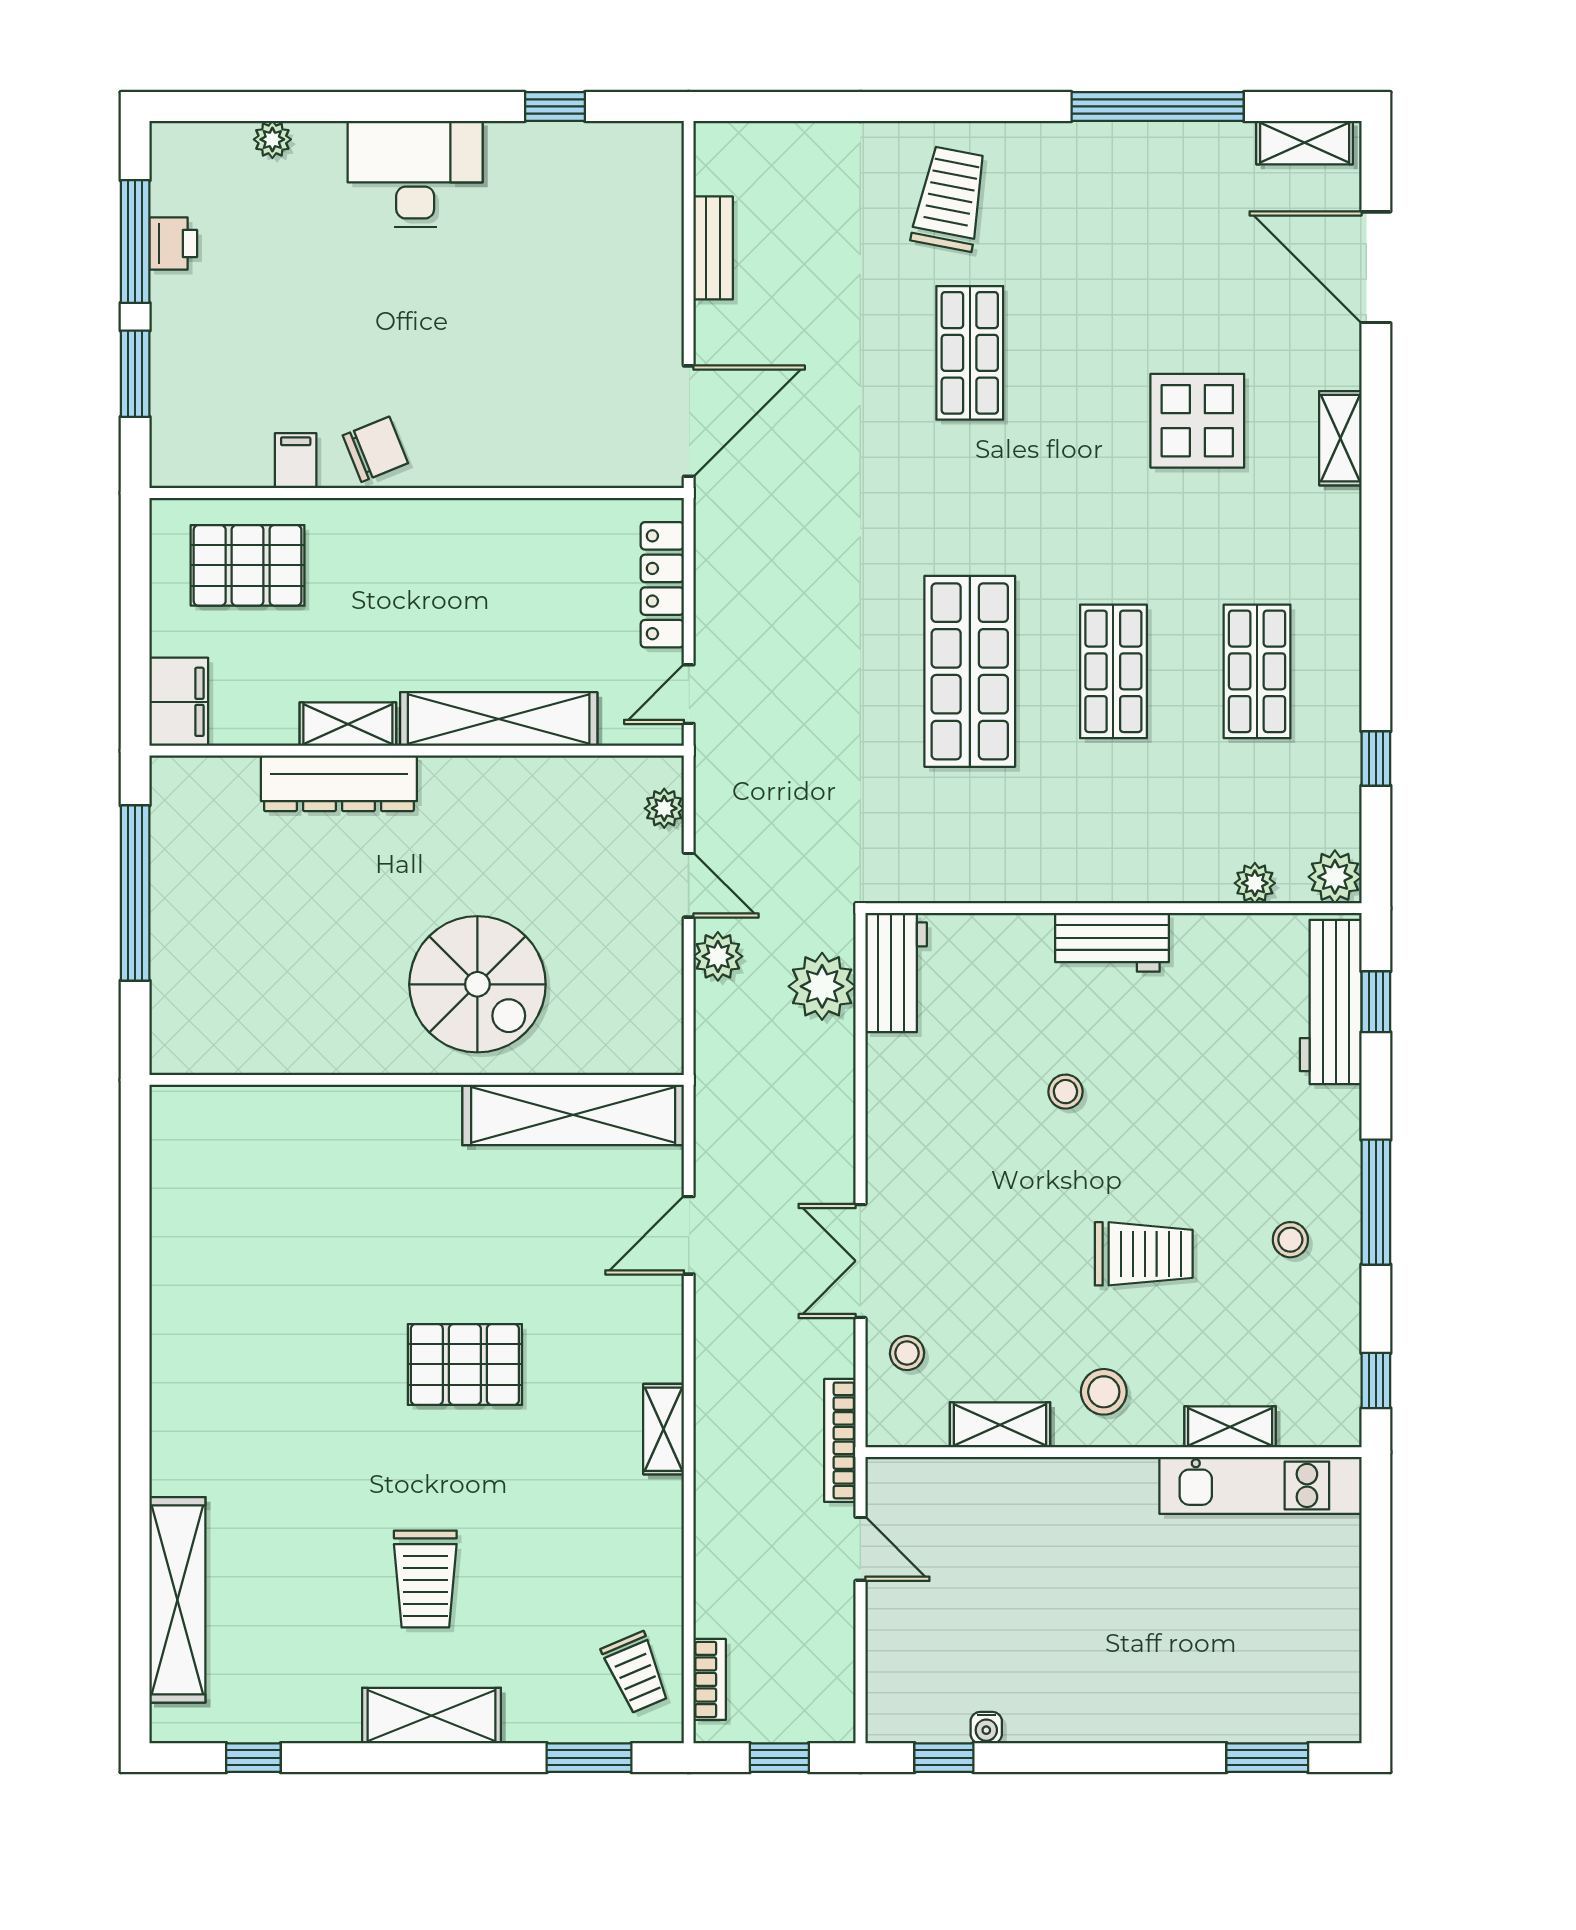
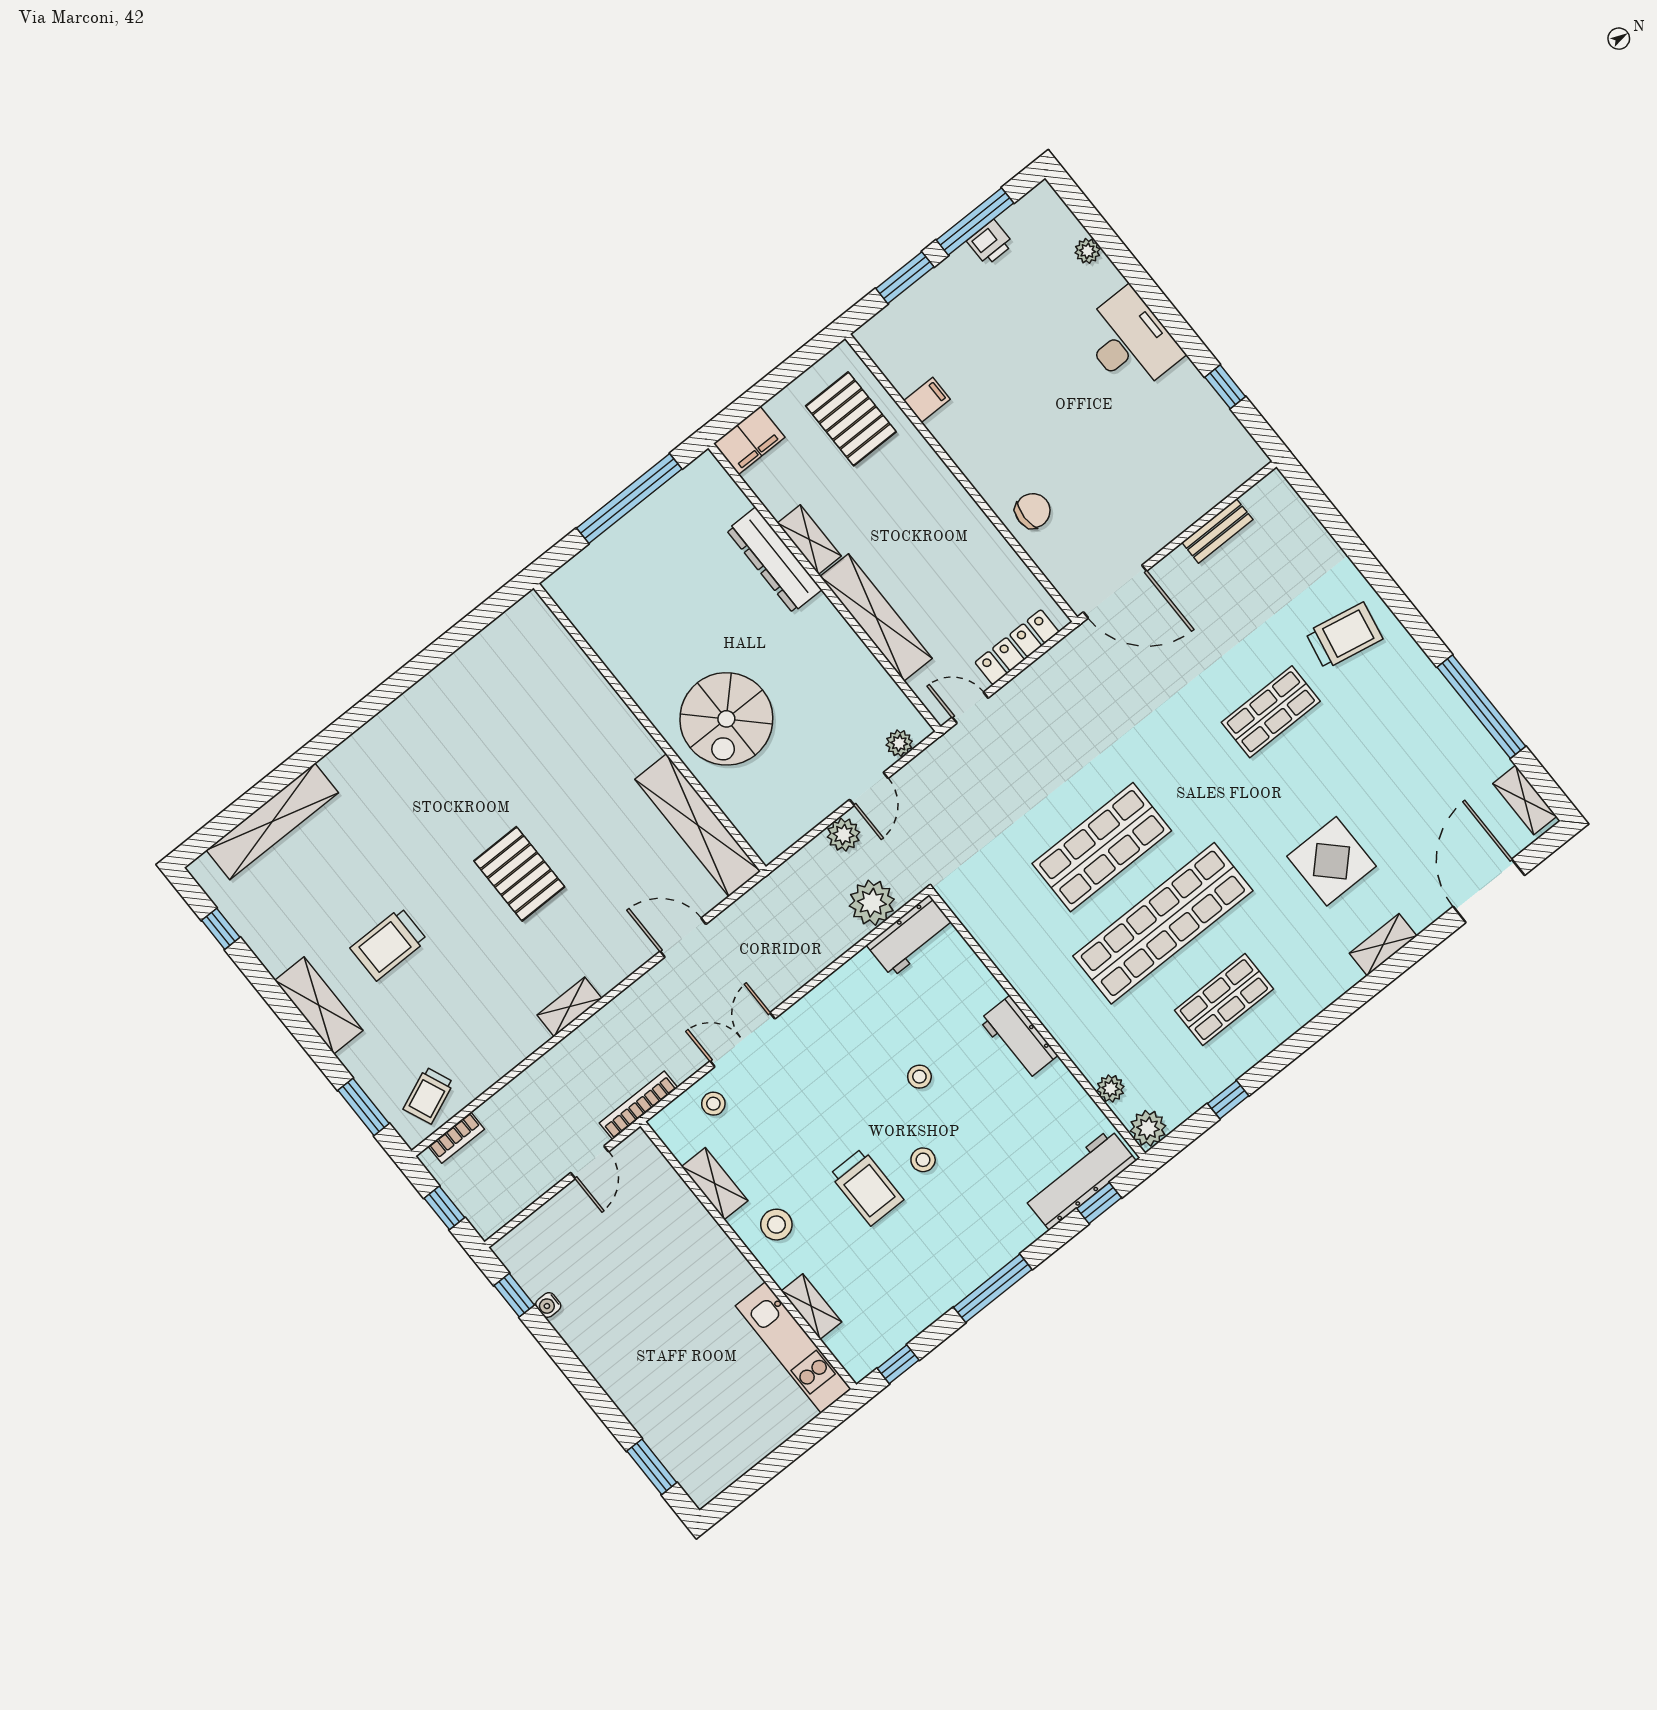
chair: (375, 449) -> (1033, 511), moved, turned -67
shop shelf: (1113, 671) -> (1163, 923), width x2.00, depth x1.36
stool: (1290, 1240) -> (923, 1160), moved

